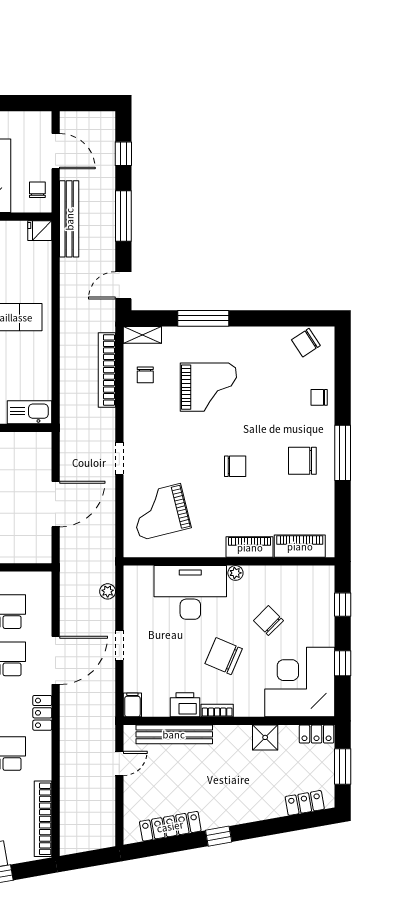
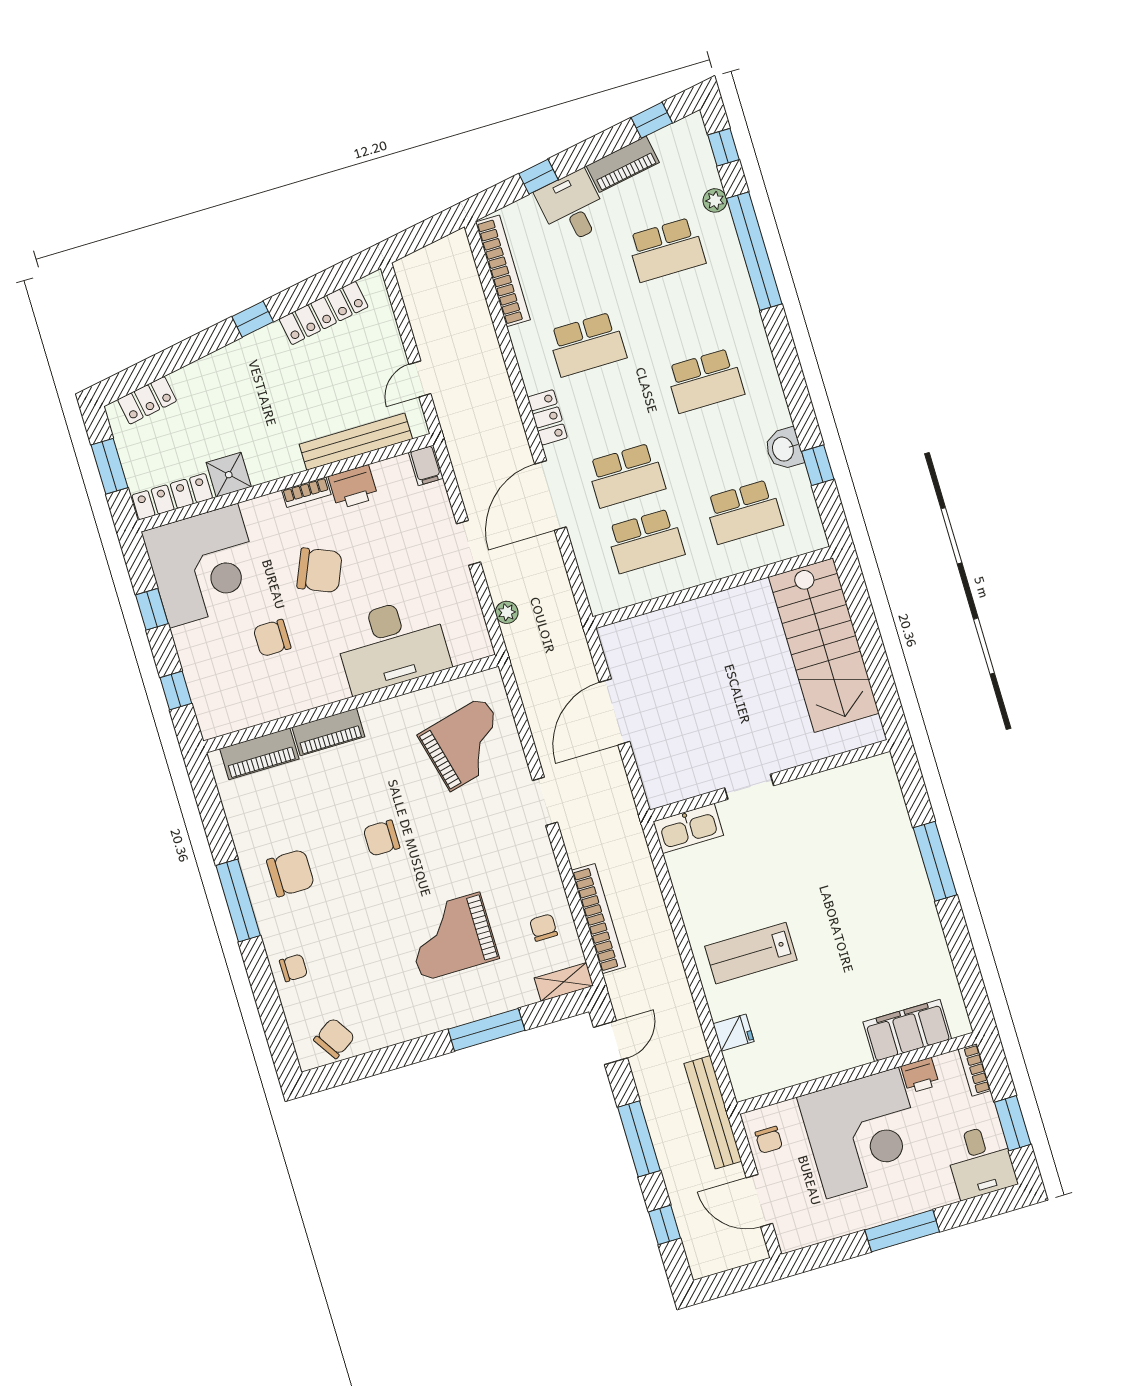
fridge: (40, 231) -> (733, 1033), moved
plant: (235, 573) -> (337, 690), removed
chair: (268, 621) -> (272, 638), turned 135
locker: (317, 734) -> (172, 497), width x1.53

